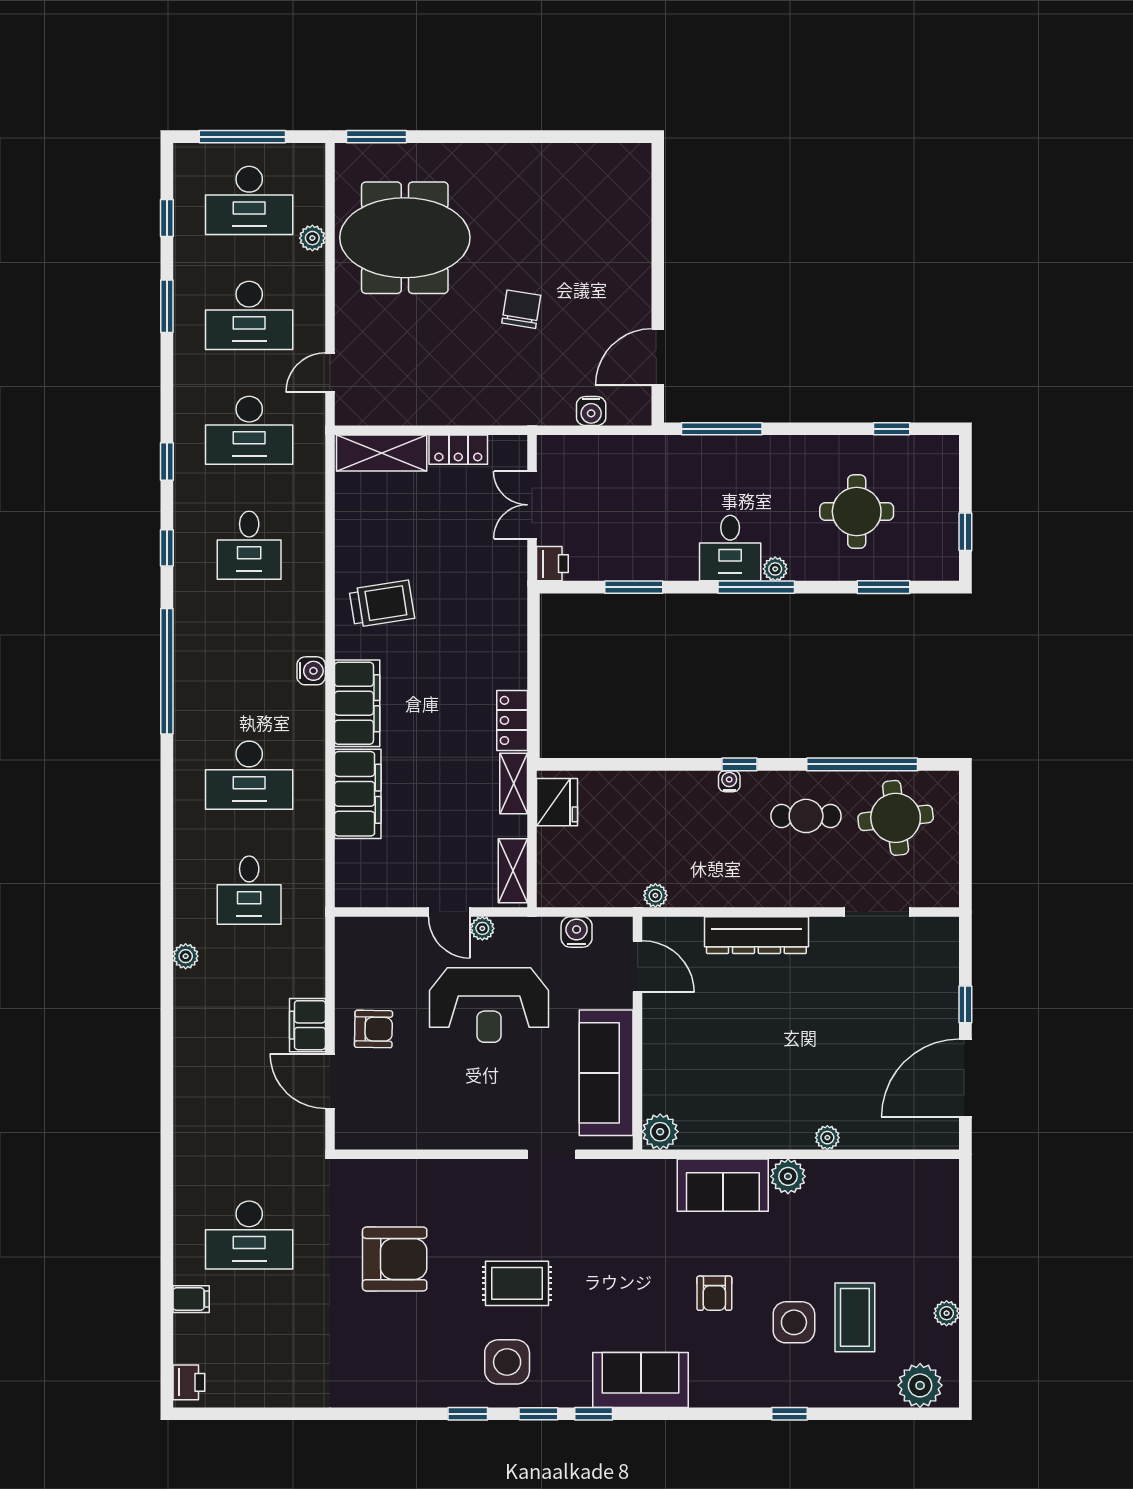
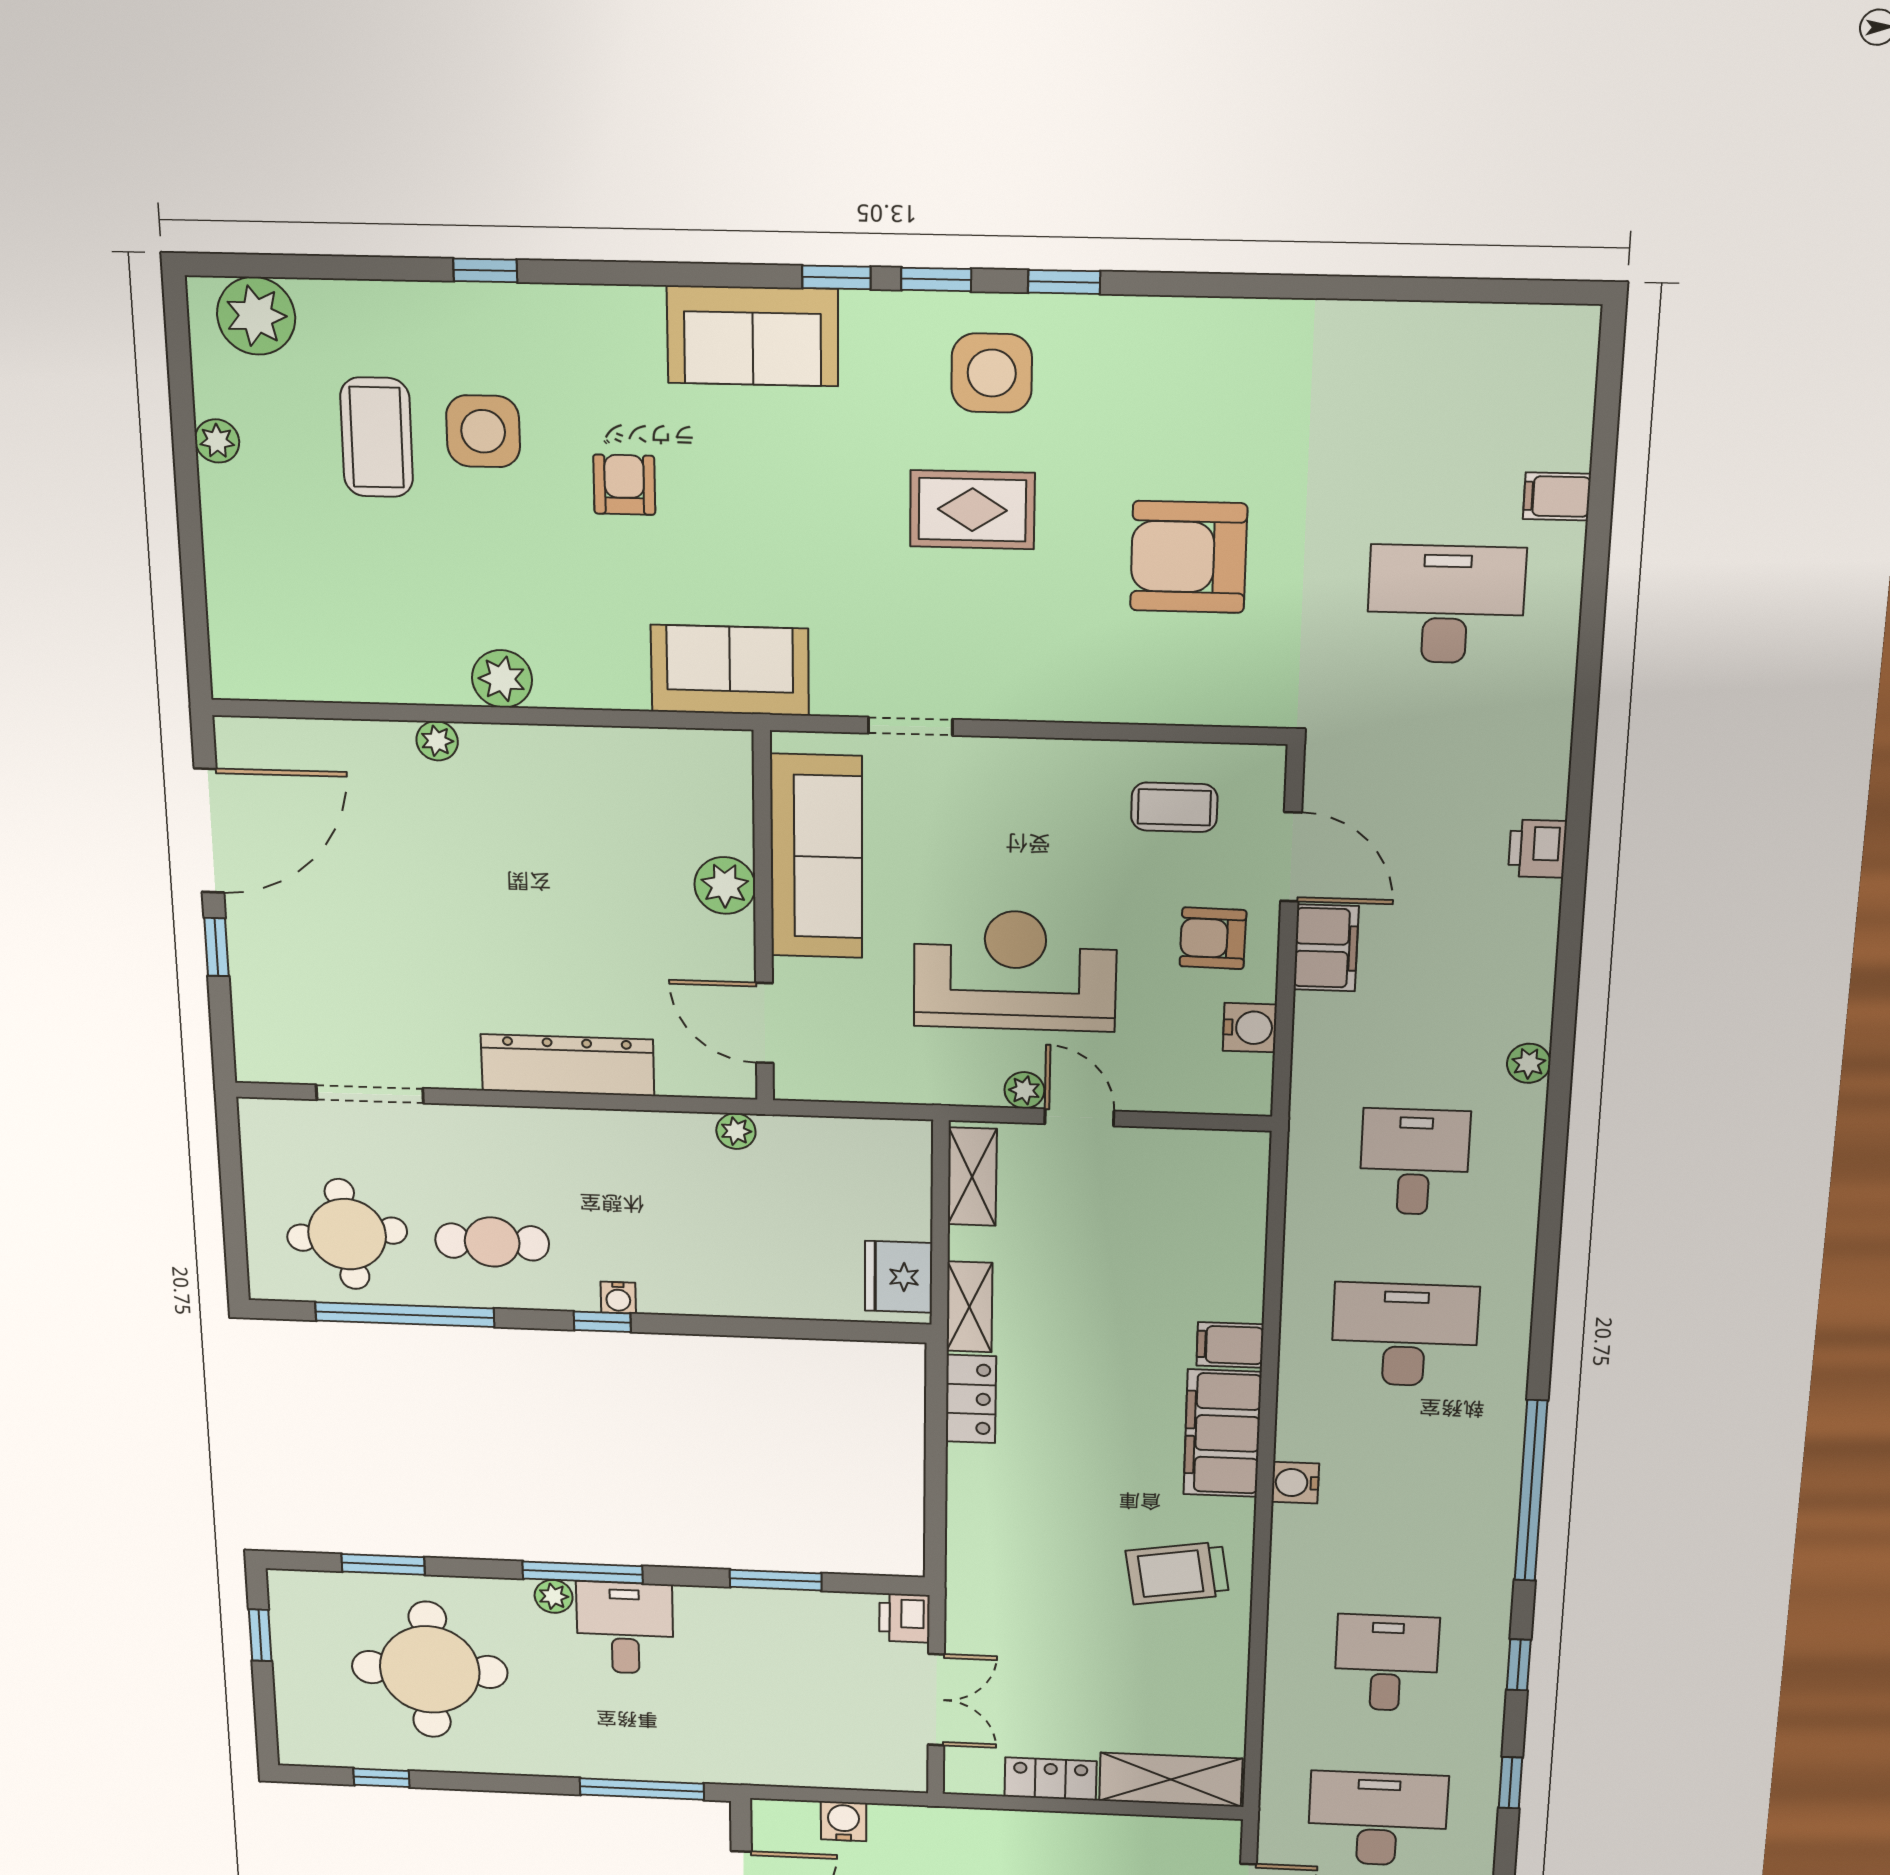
round table: (857, 512) -> (430, 1670), width x1.36, depth x1.36
filing cabinet: (358, 794) -> (1230, 1345), width x0.33, depth x0.86
water cooler: (577, 932) -> (1250, 1028), moved, turned -90
coffee table: (398, 1109) -> (1174, 807), added
plant: (660, 1132) -> (725, 885), moved
sofa: (723, 1185) -> (730, 670), moved
printer: (189, 1382) -> (1537, 849), moved

